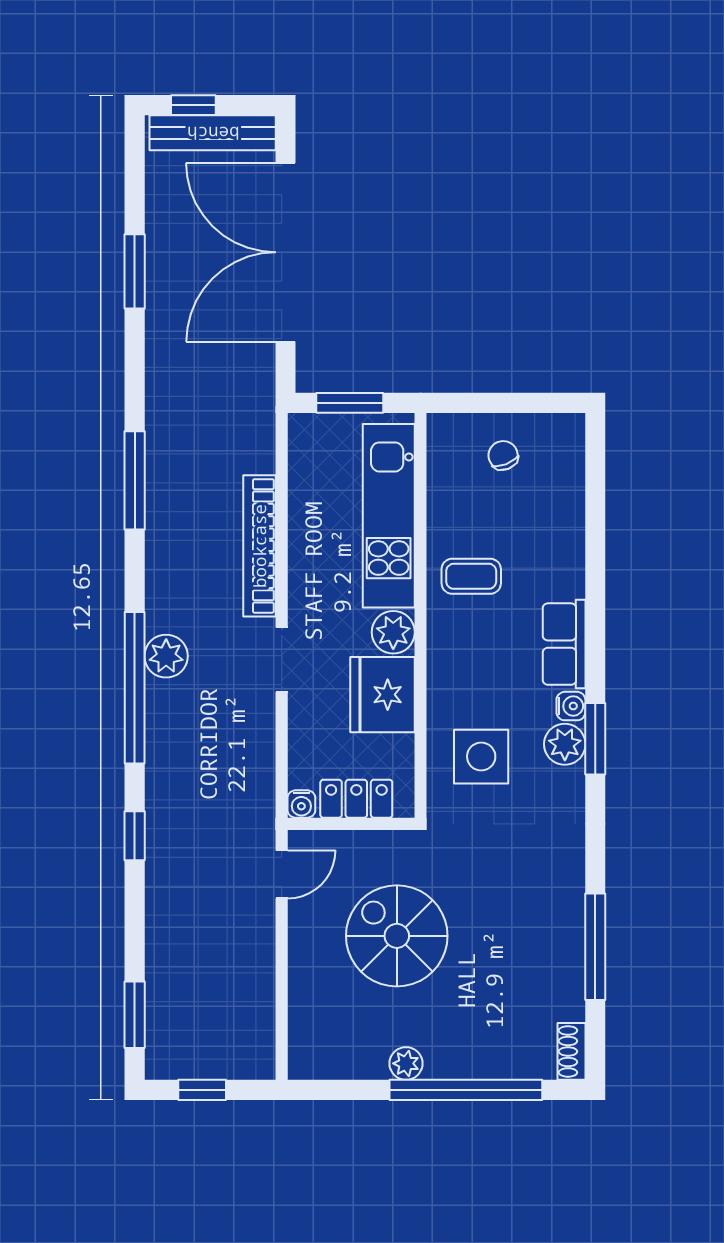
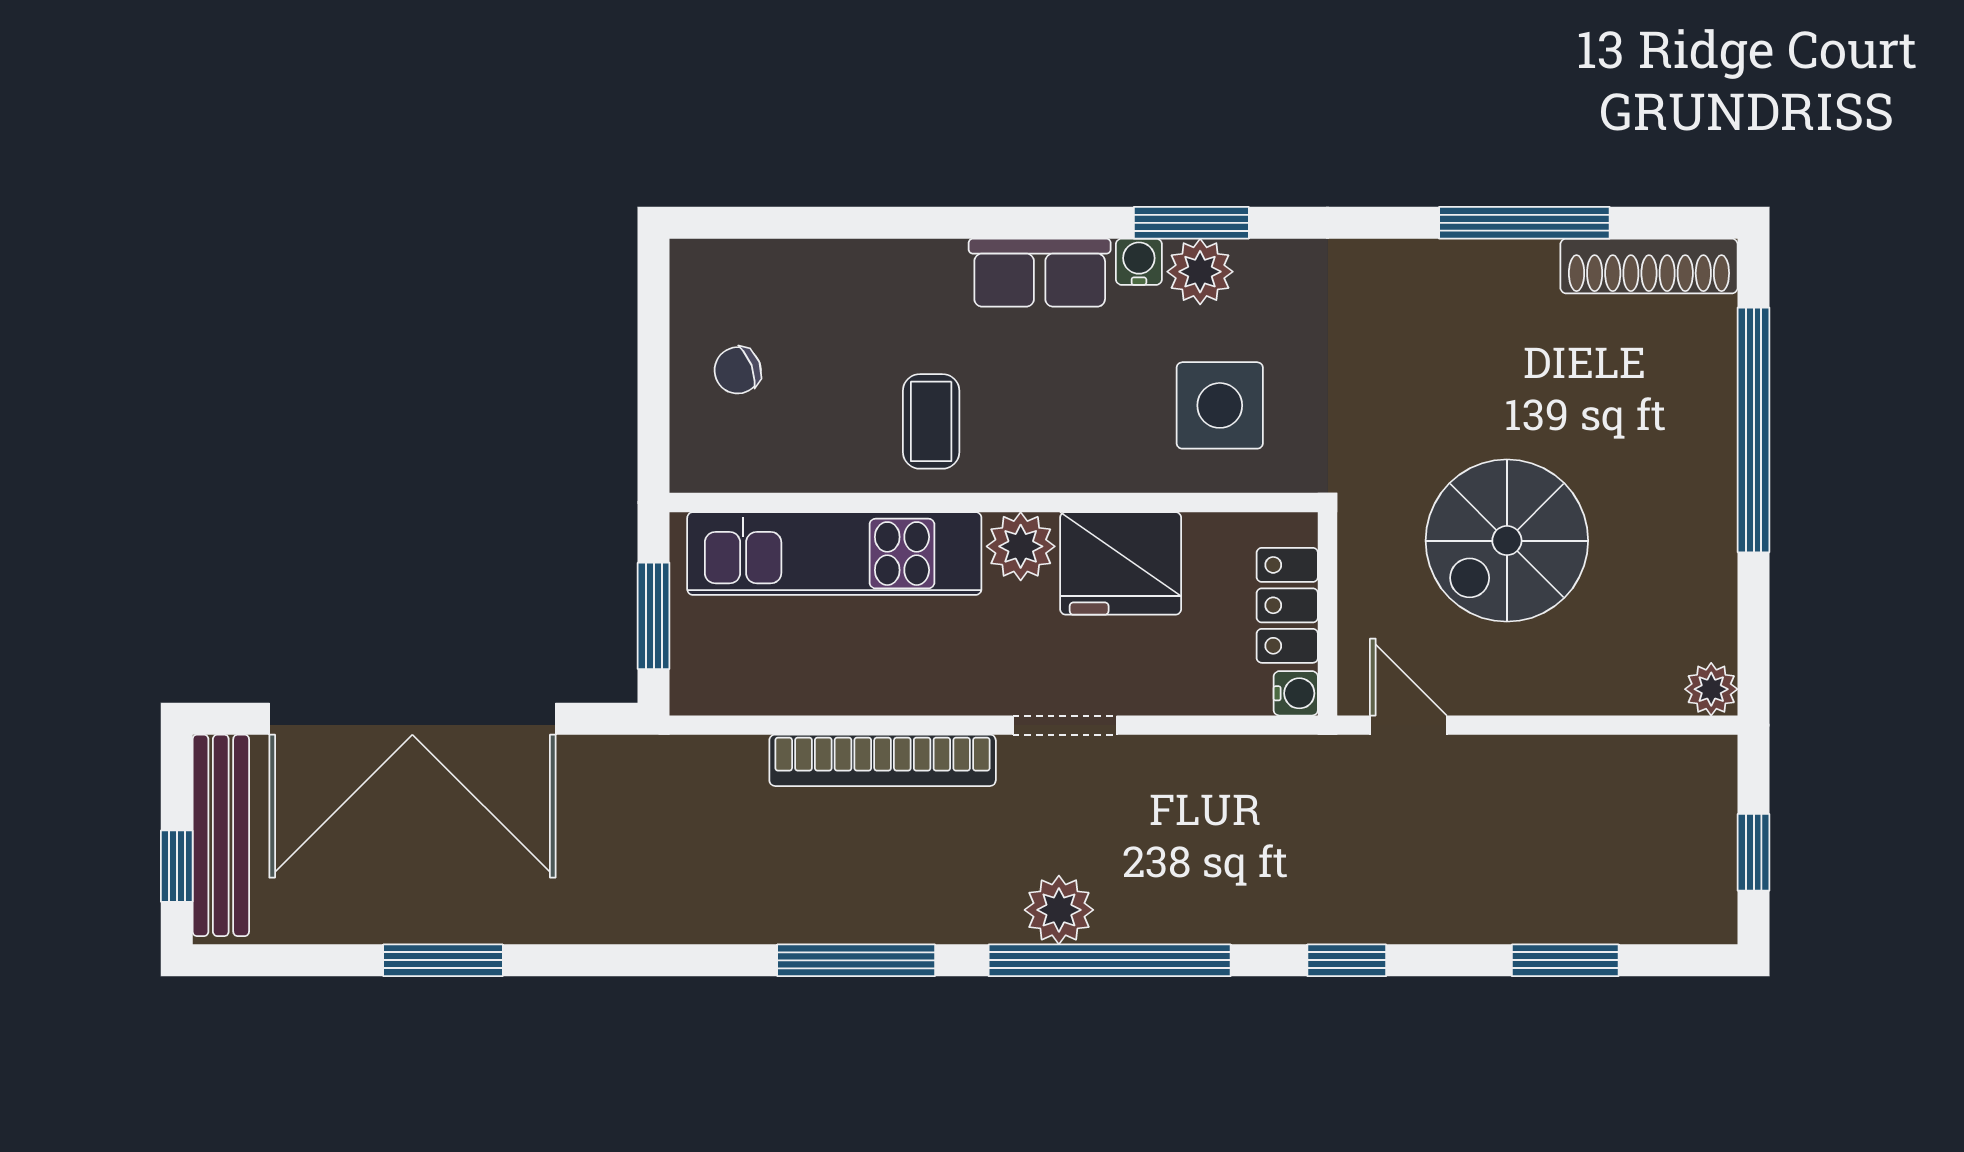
window: (135, 480) -> (856, 960), moved
window: (135, 1015) -> (1565, 960), moved
shoe rack: (571, 1051) -> (1649, 266), width x1.94, depth x1.24
plant: (406, 1063) -> (1711, 689), moved

